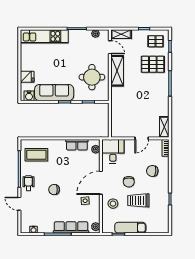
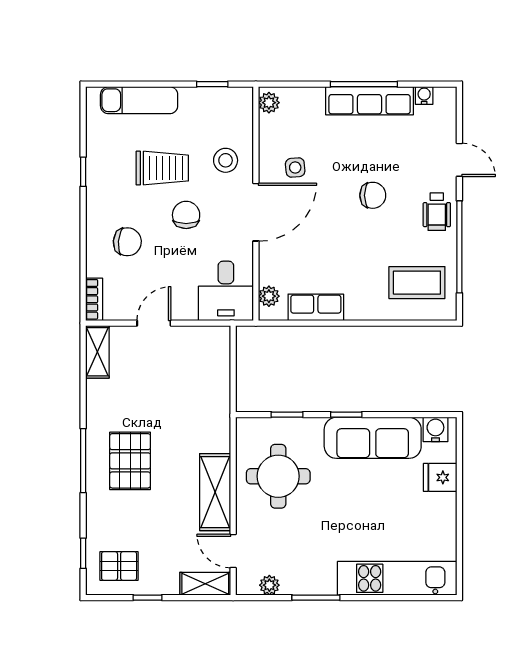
pallet: (153, 64) -> (130, 461), moved, turned 90
row of seats: (71, 227) -> (370, 101), moved
exam couch: (130, 228) -> (139, 100), moved

